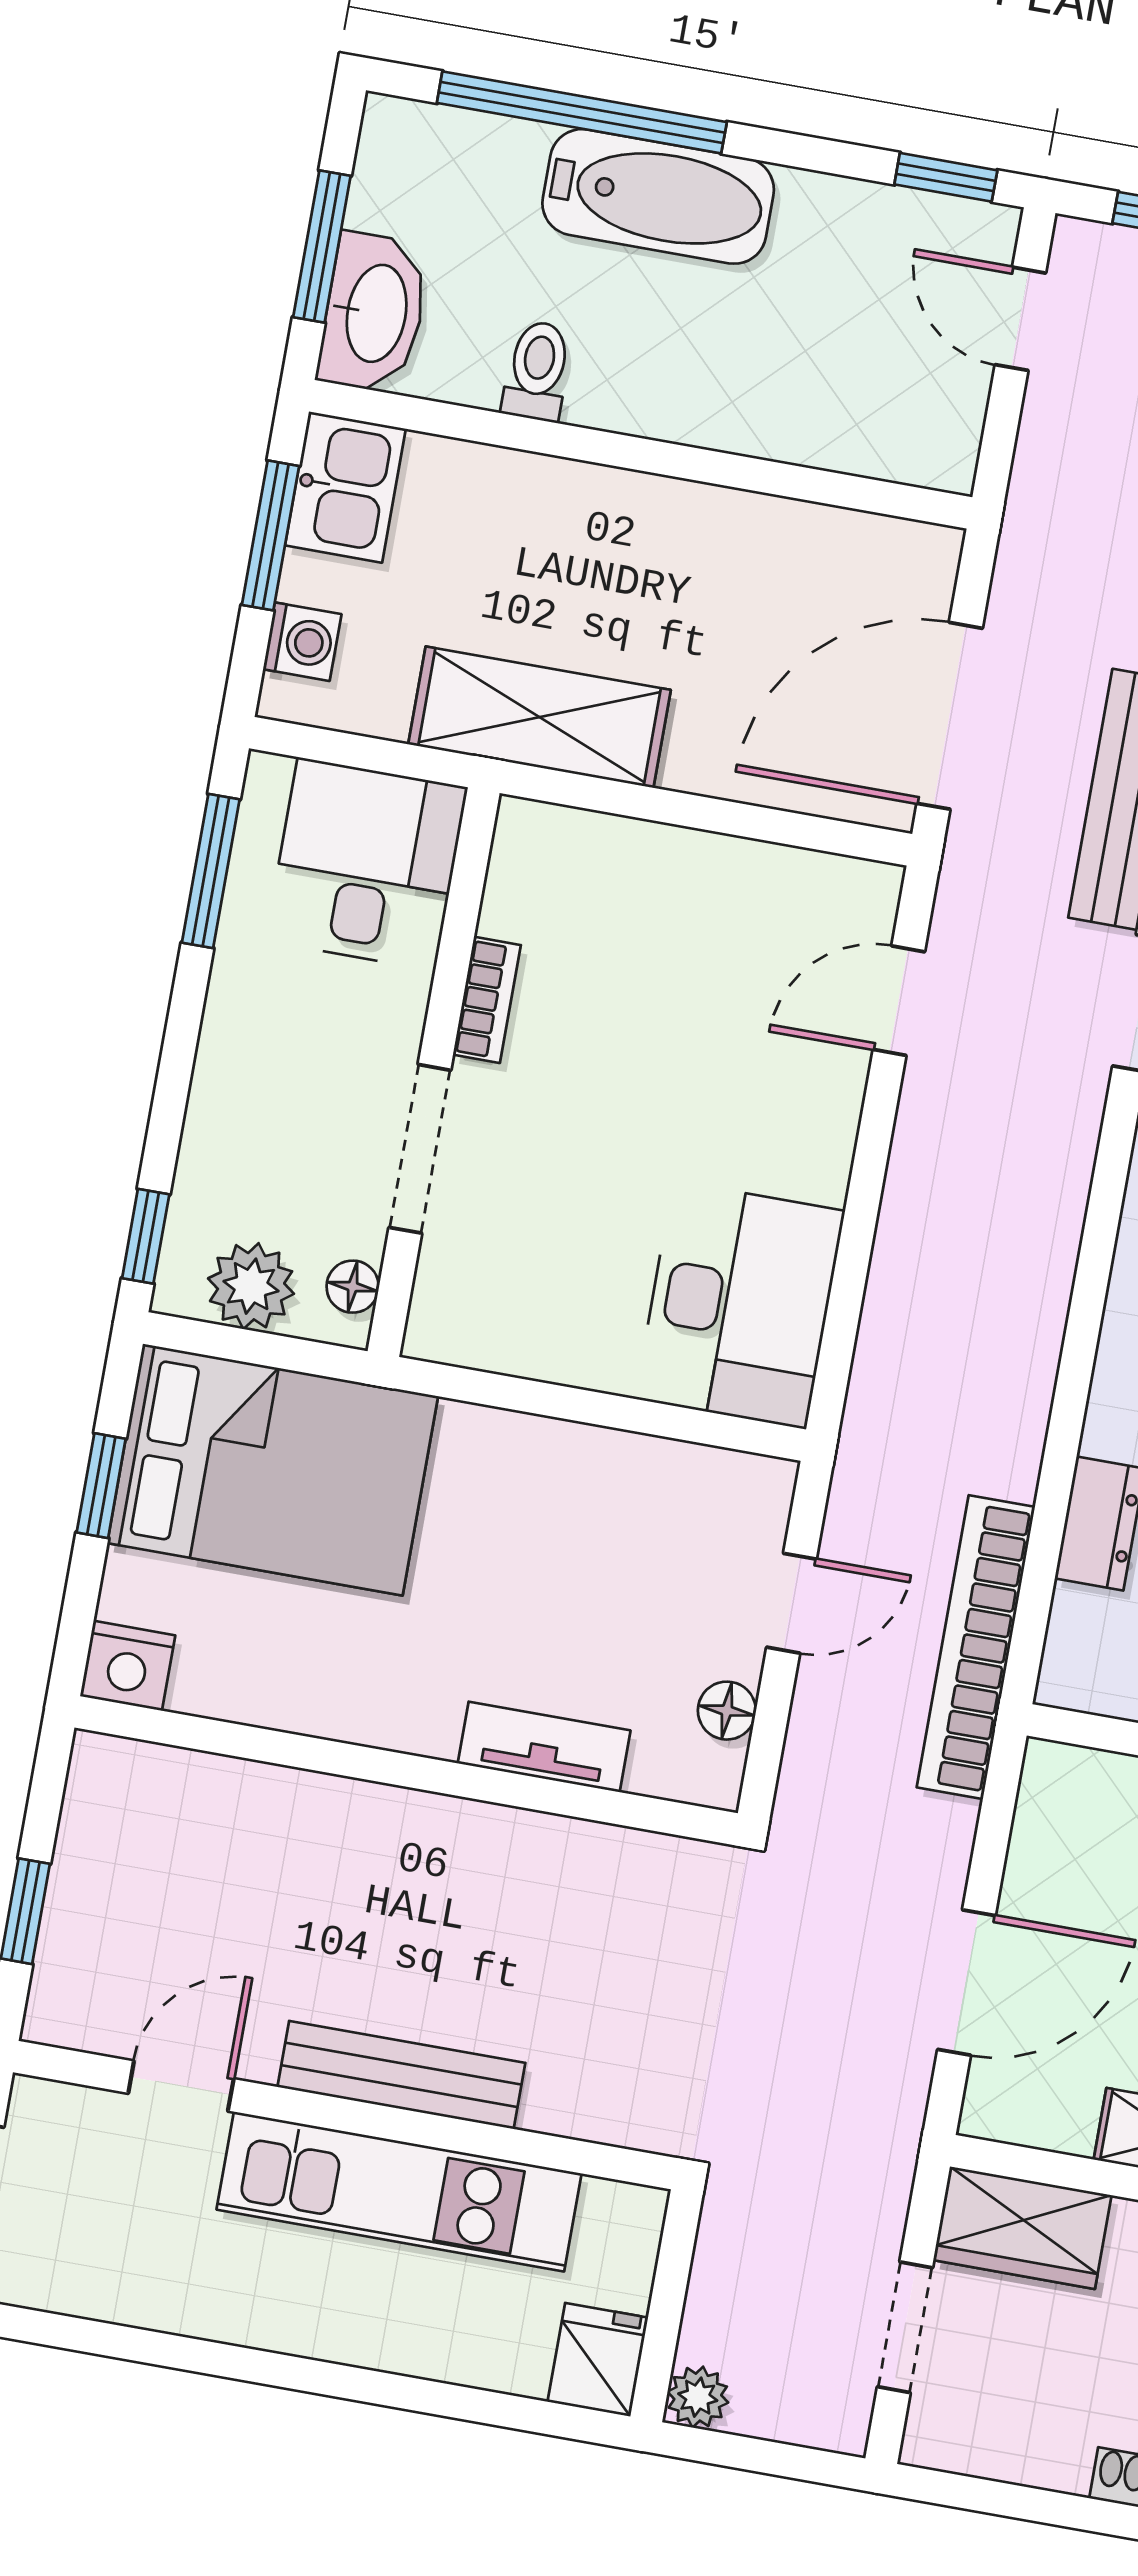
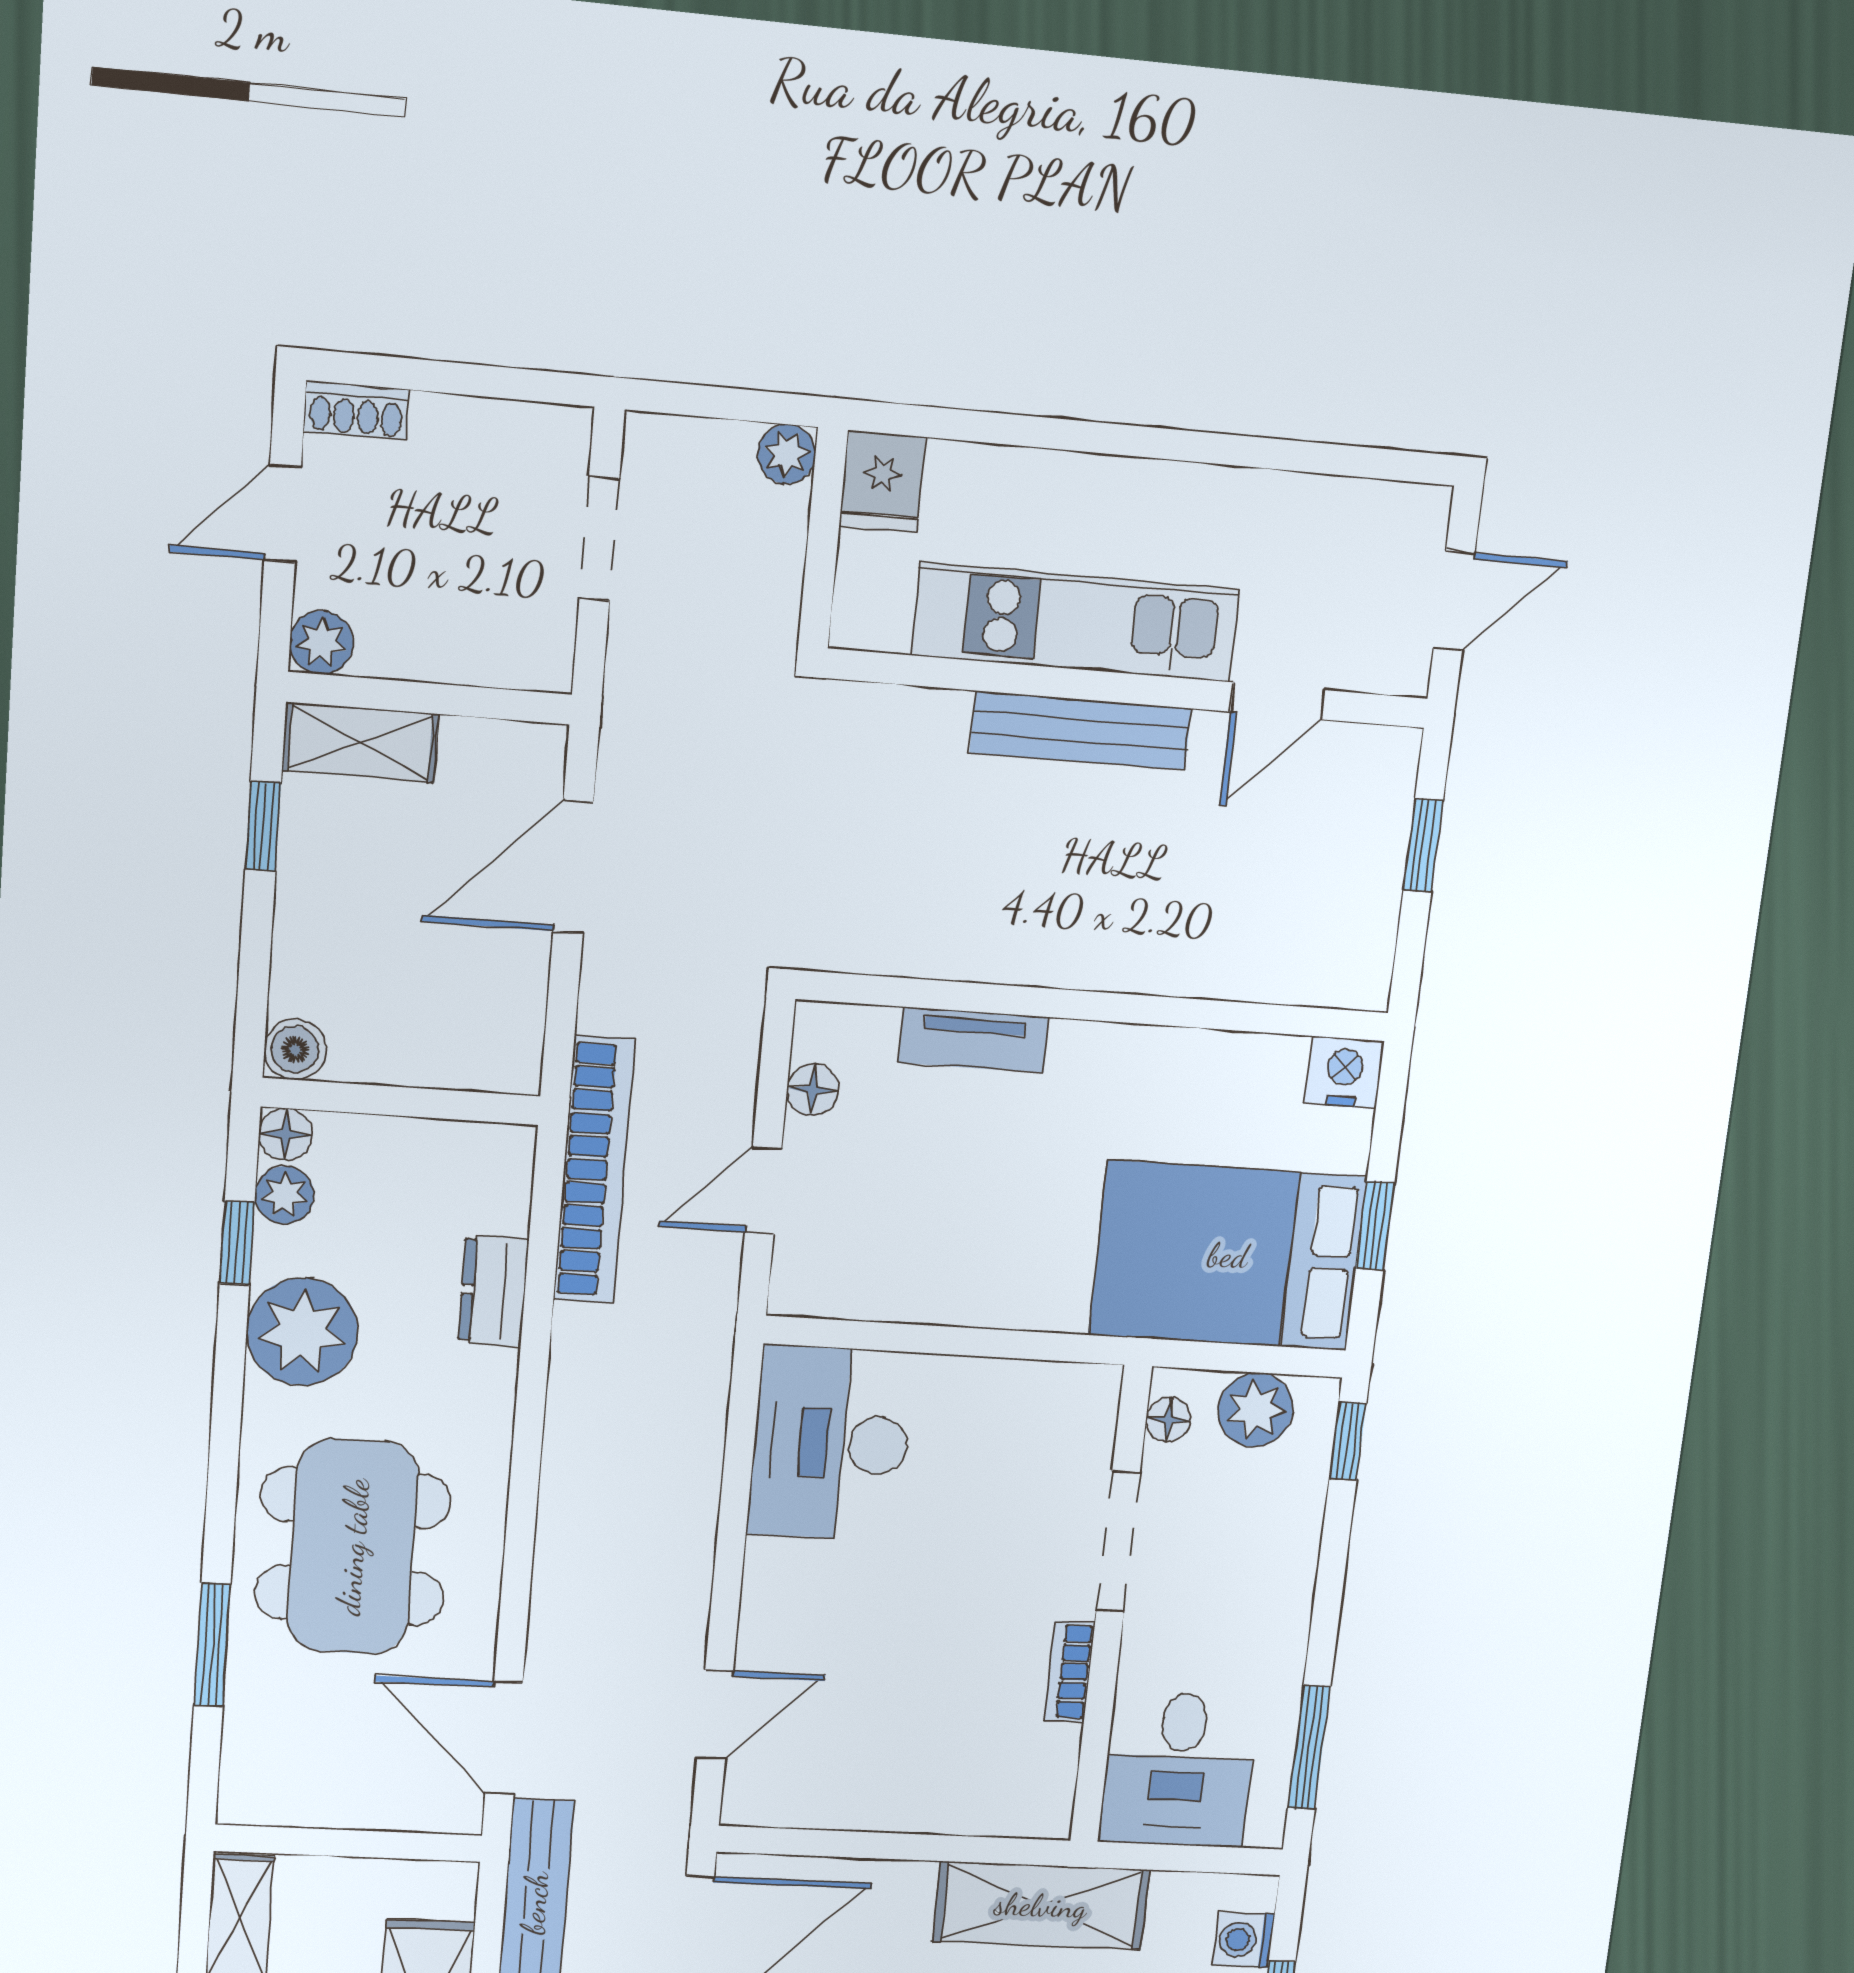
wardrobe: (1022, 2228) -> (499, 644), removed

